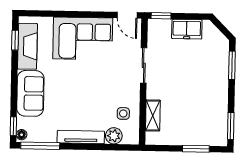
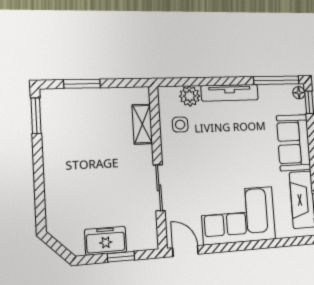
window: (161, 16) -> (121, 257), moved
window: (232, 65) -> (40, 198), removed

